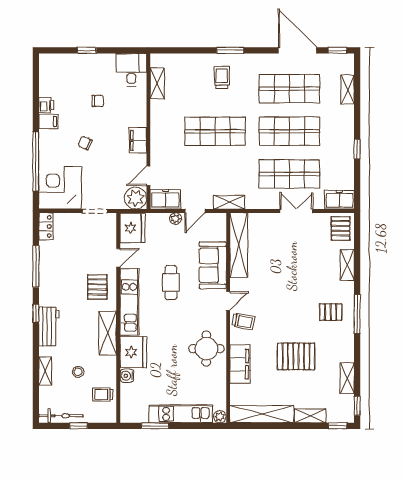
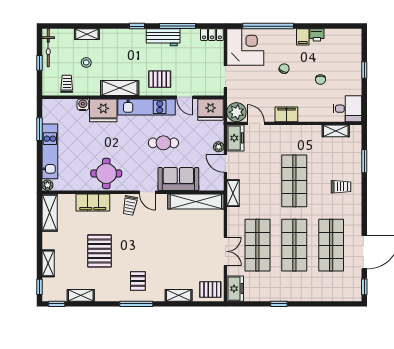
window: (230, 50) -> (364, 161), moved
shelving: (348, 90) -> (330, 296), removed
workbench: (49, 326) -> (163, 37), moved
shelving: (262, 414) -> (50, 213), width x0.68

